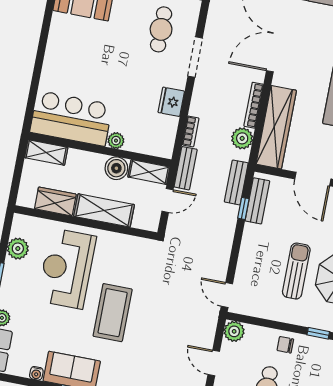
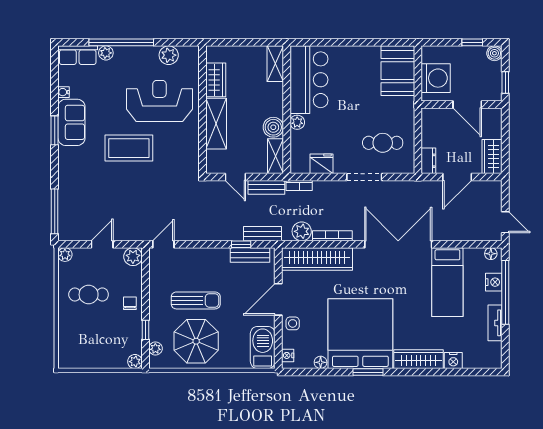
bar counter: (71, 118) -> (309, 80), moved
plant: (116, 141) -> (297, 122), moved
wall: (100, 150) -> (287, 110), moved
shelving: (46, 152) -> (275, 64), moved
boiler: (116, 168) -> (273, 127), moved
shelving: (149, 172) -> (275, 156), moved

